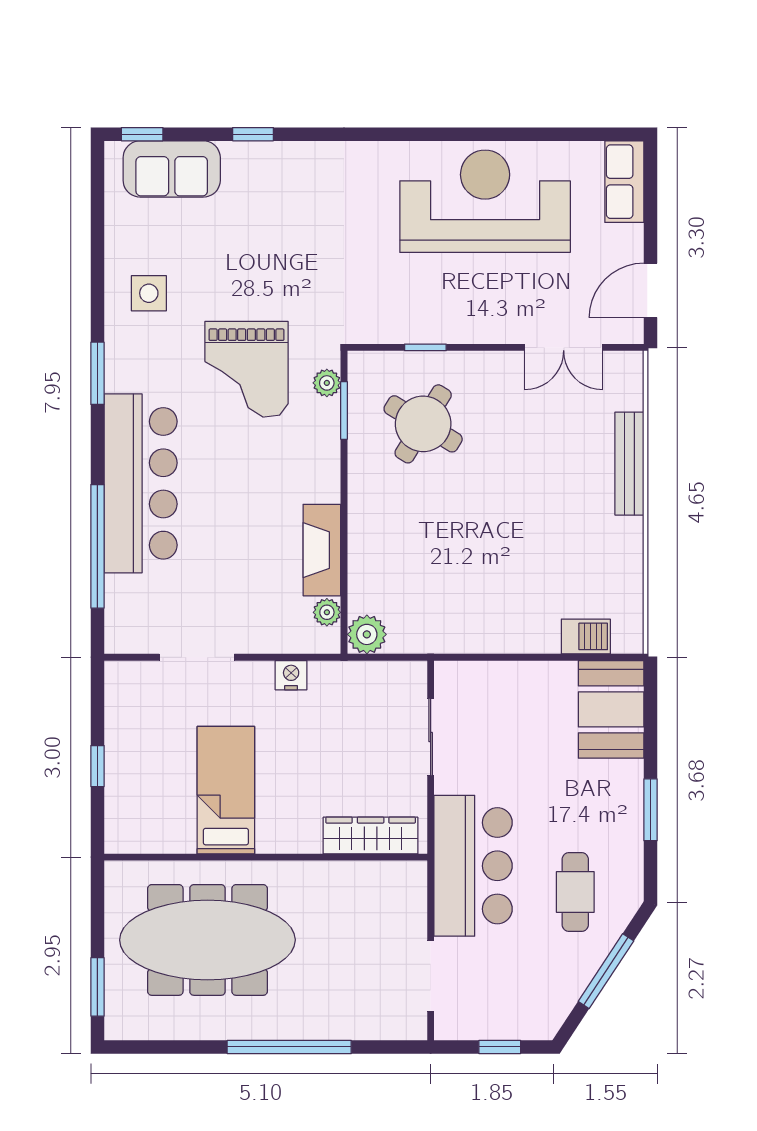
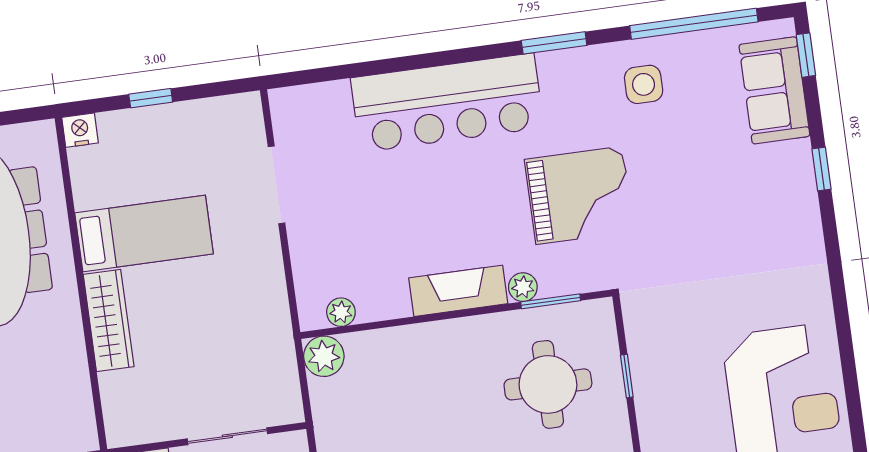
grand piano: (246, 369) -> (579, 195), turned 180
plant: (327, 383) -> (523, 287), moved
round table: (423, 424) -> (548, 384), turned -31
window: (97, 546) -> (694, 24), moved
fireplace: (322, 550) -> (458, 291), moved
nightstand: (291, 675) -> (80, 130), moved, turned -90
wardrobe: (371, 835) -> (109, 321), moved

